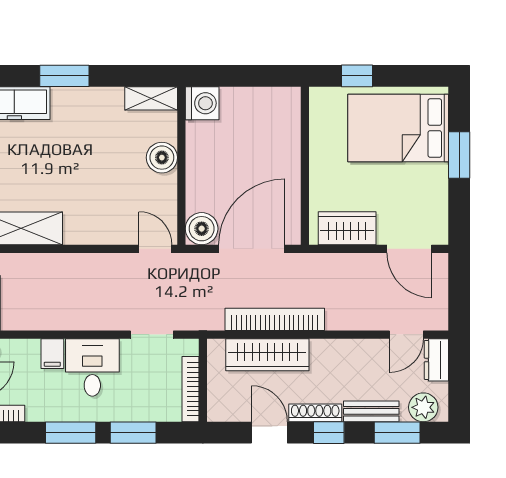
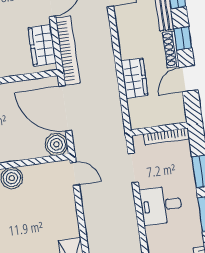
door: (155, 249) -> (74, 174), swing flipped
bookcase: (275, 319) -> (68, 50), moved, turned 180
filing cabinet: (52, 354) -> (156, 234), removed
wardrobe: (267, 355) -> (134, 78), width x0.67

